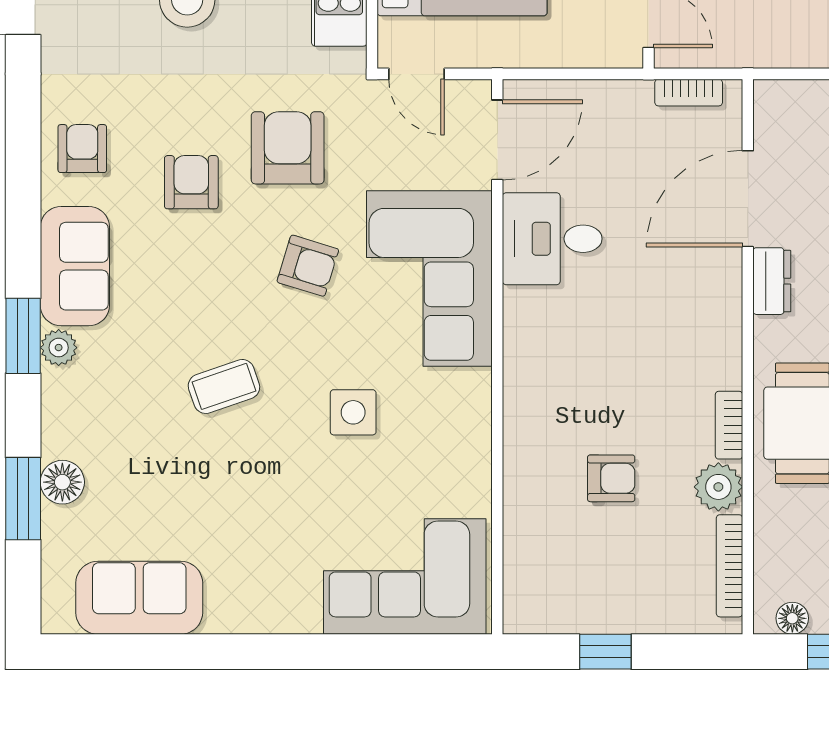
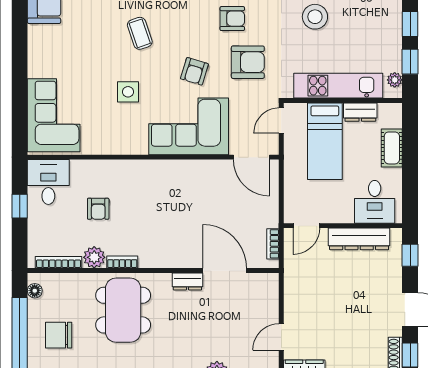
desk: (552, 239) -> (48, 182), moved

